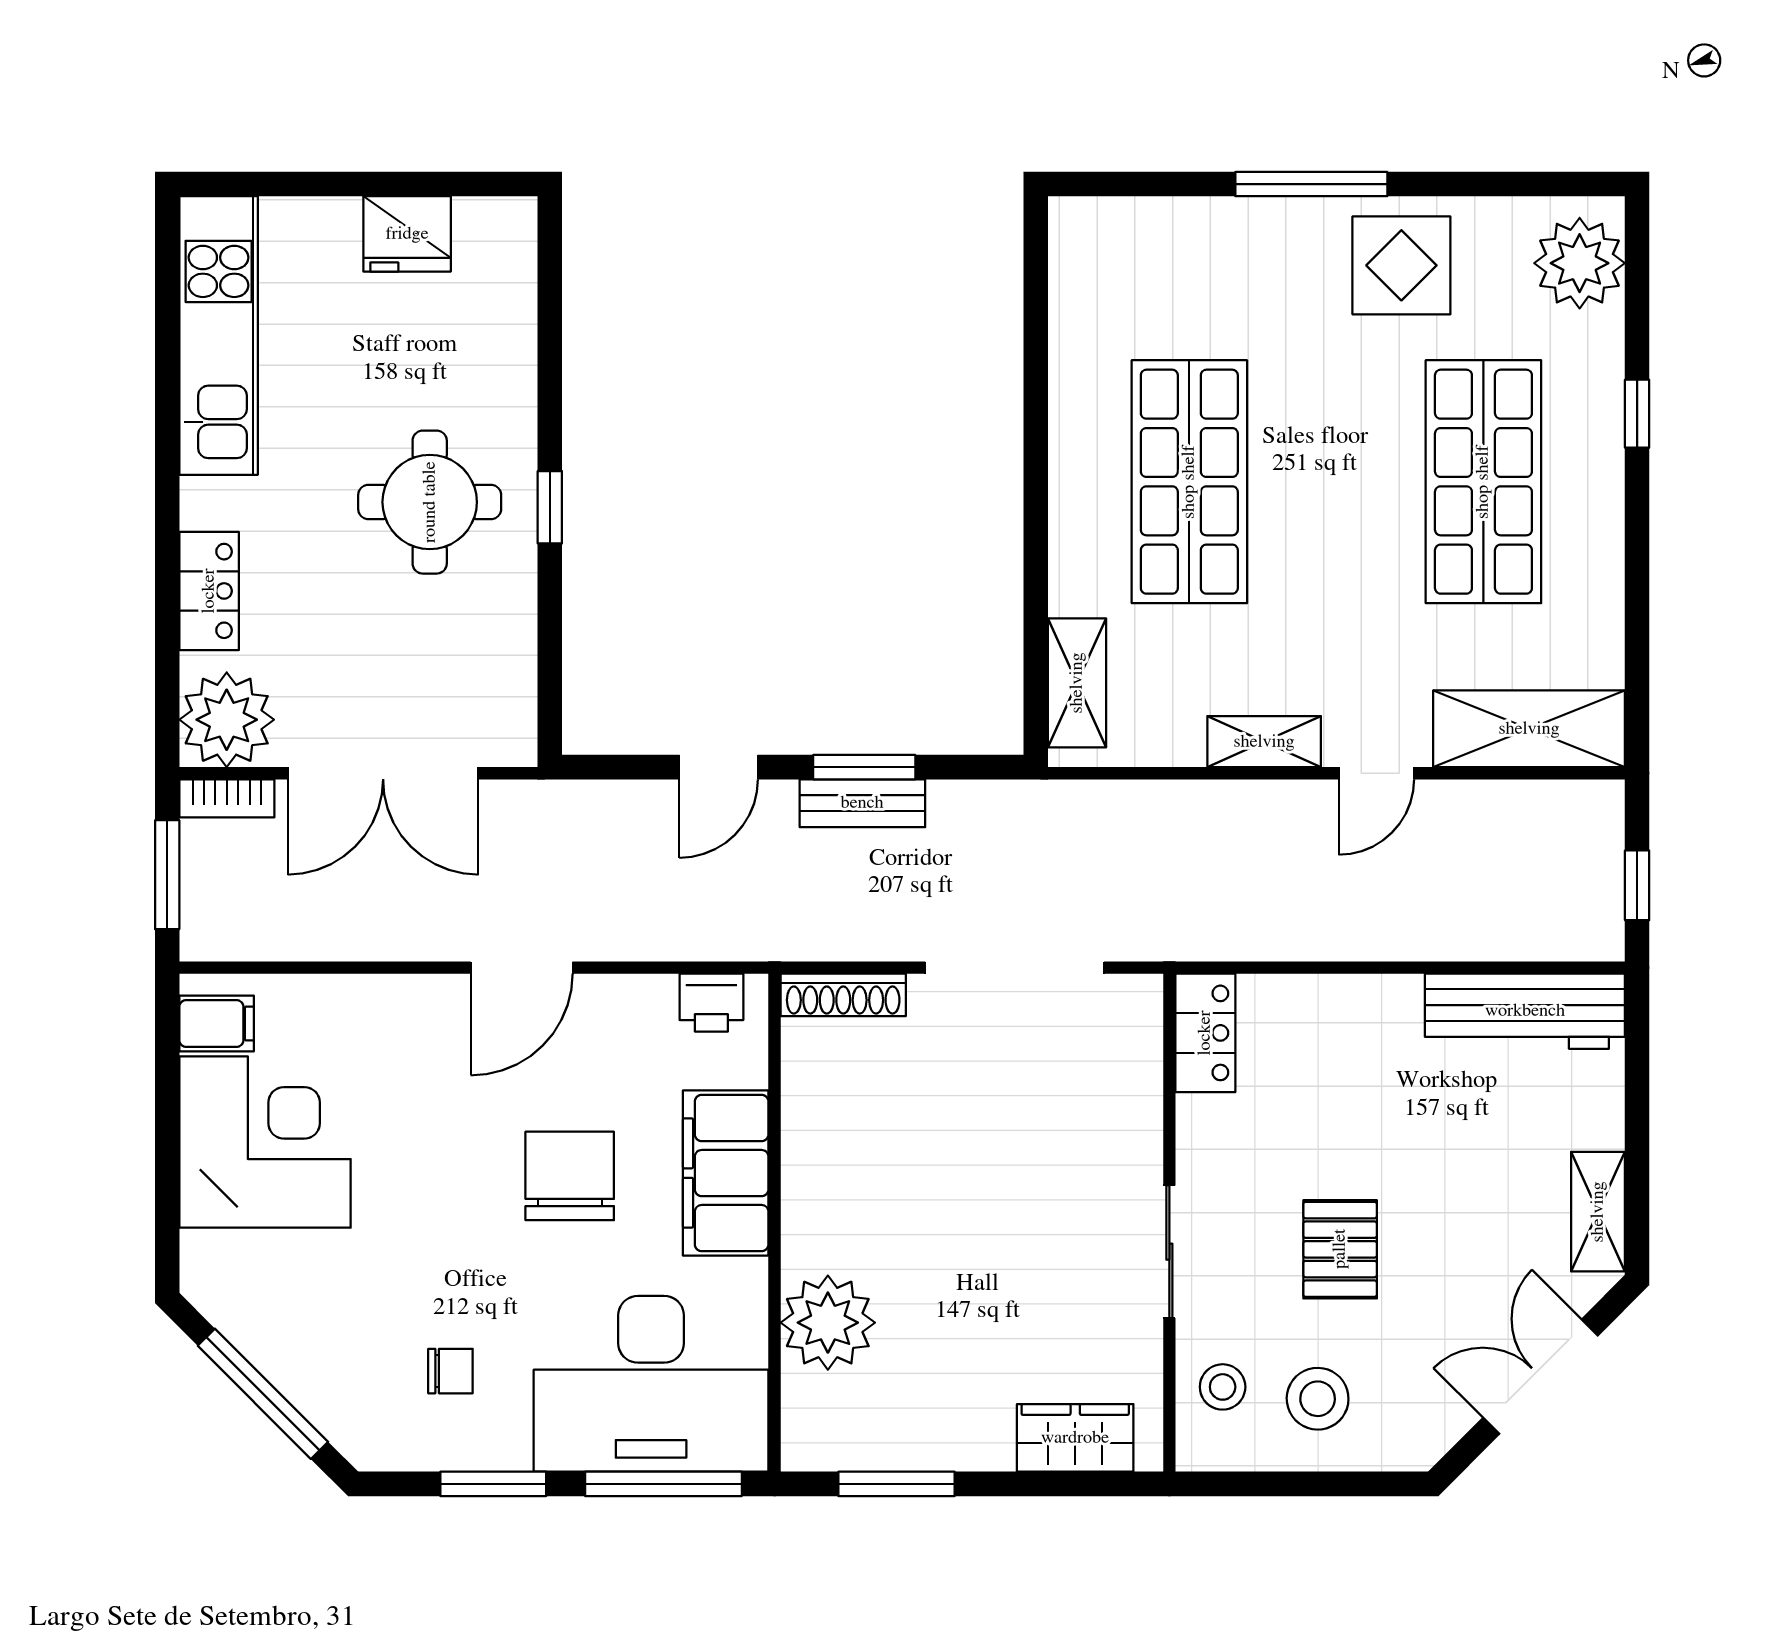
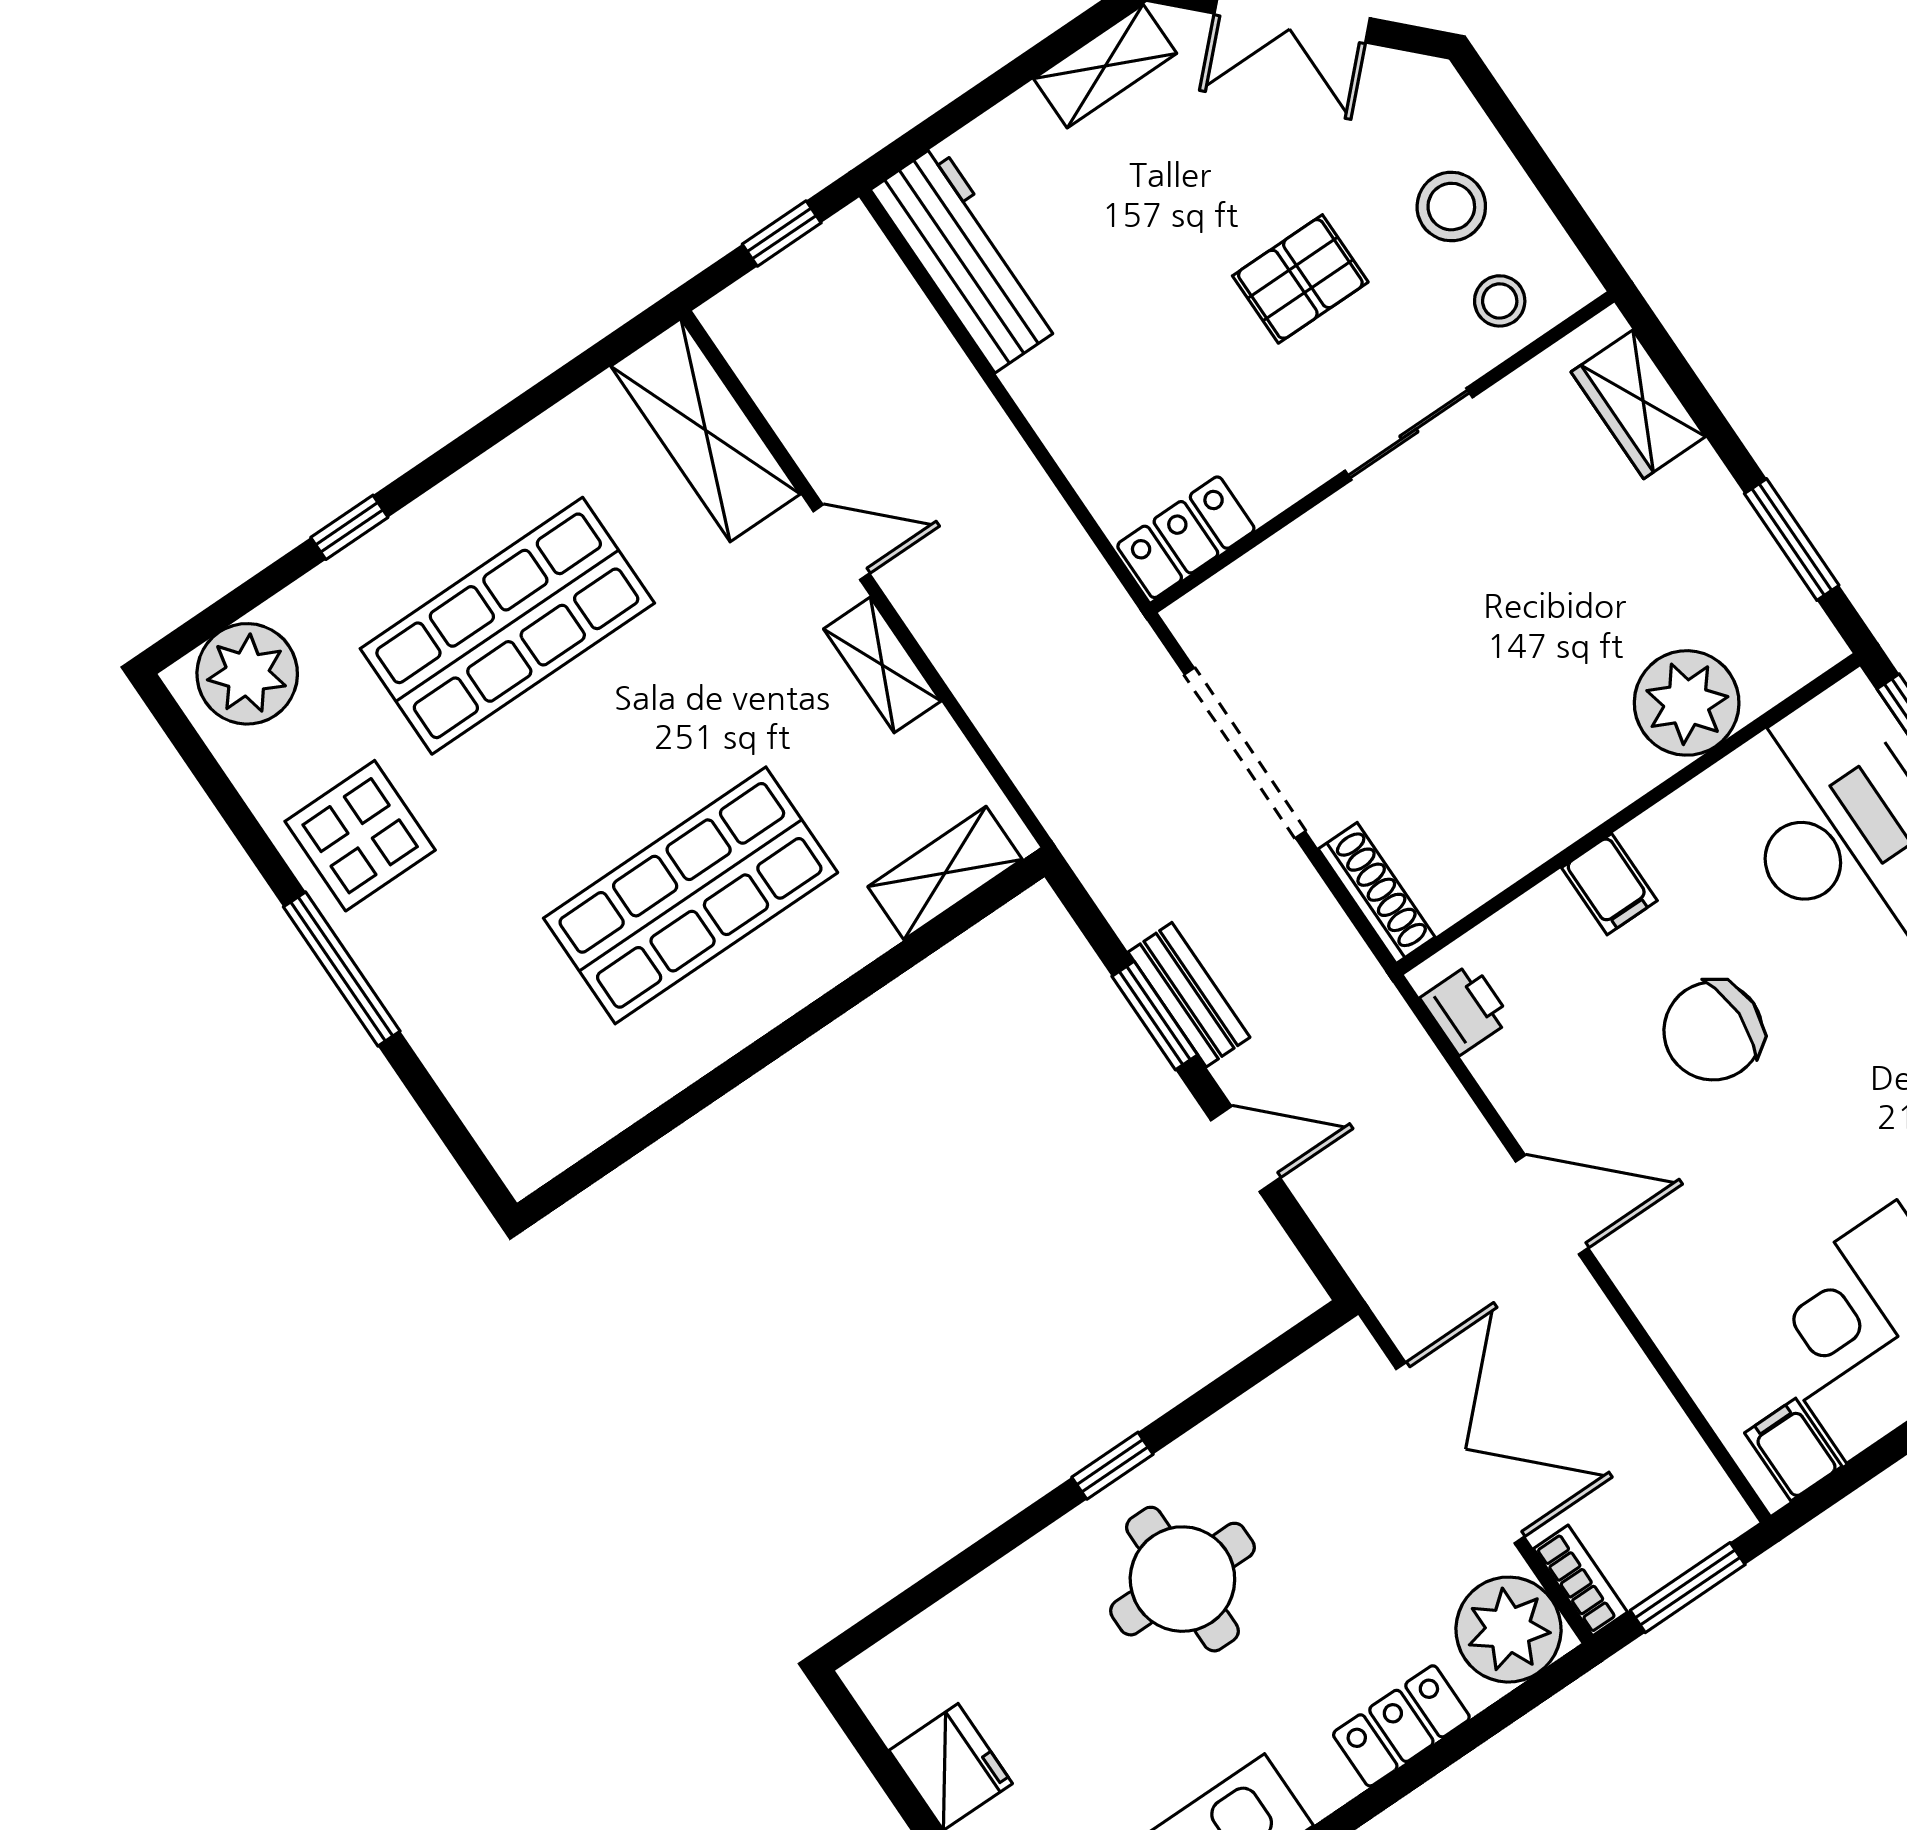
filing cabinet: (726, 1173) -> (1609, 884), width x0.33, depth x0.86

